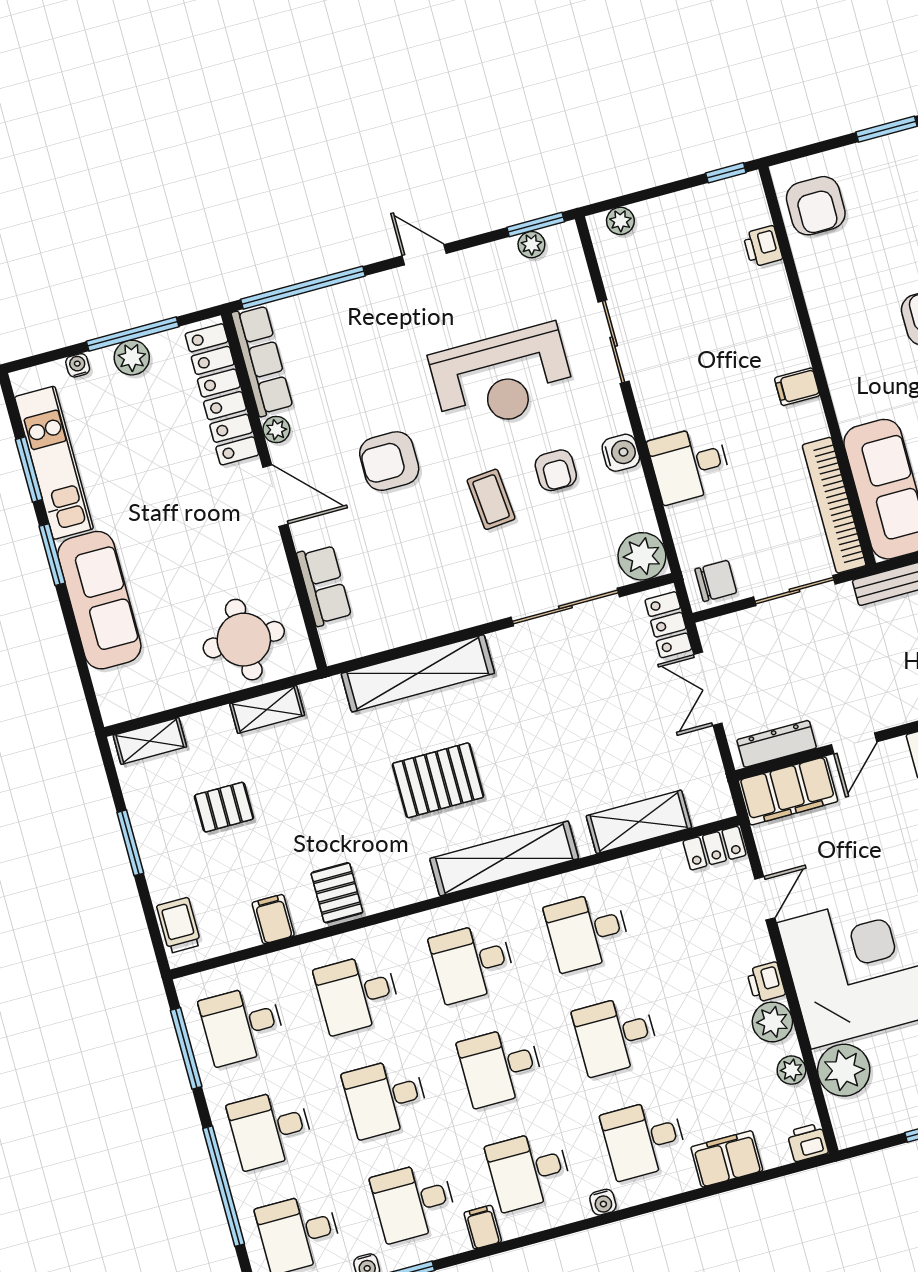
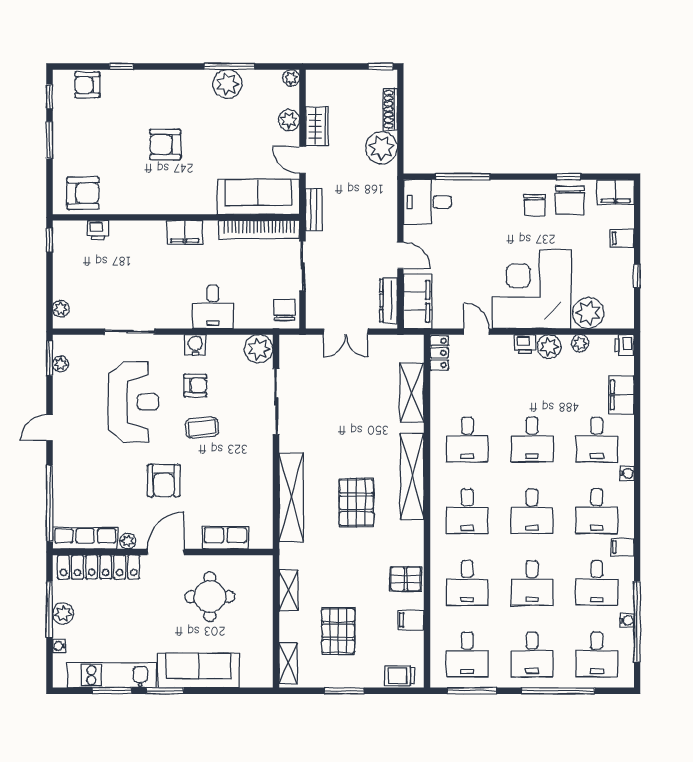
filing cabinet: (797, 387) -> (185, 232), width x2.00
locker: (668, 625) -> (302, 344), removed
round table: (244, 640) -> (210, 597), moved
pallet: (224, 807) -> (338, 631), width x1.50, depth x1.42

